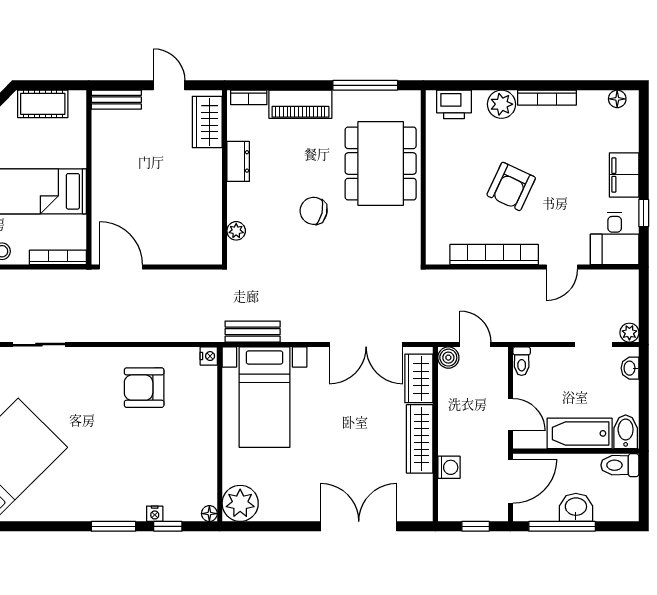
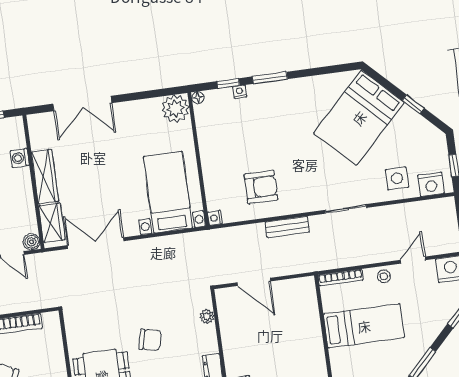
door: (121, 267) -> (254, 282), moved
bench: (253, 332) -> (287, 227), moved

